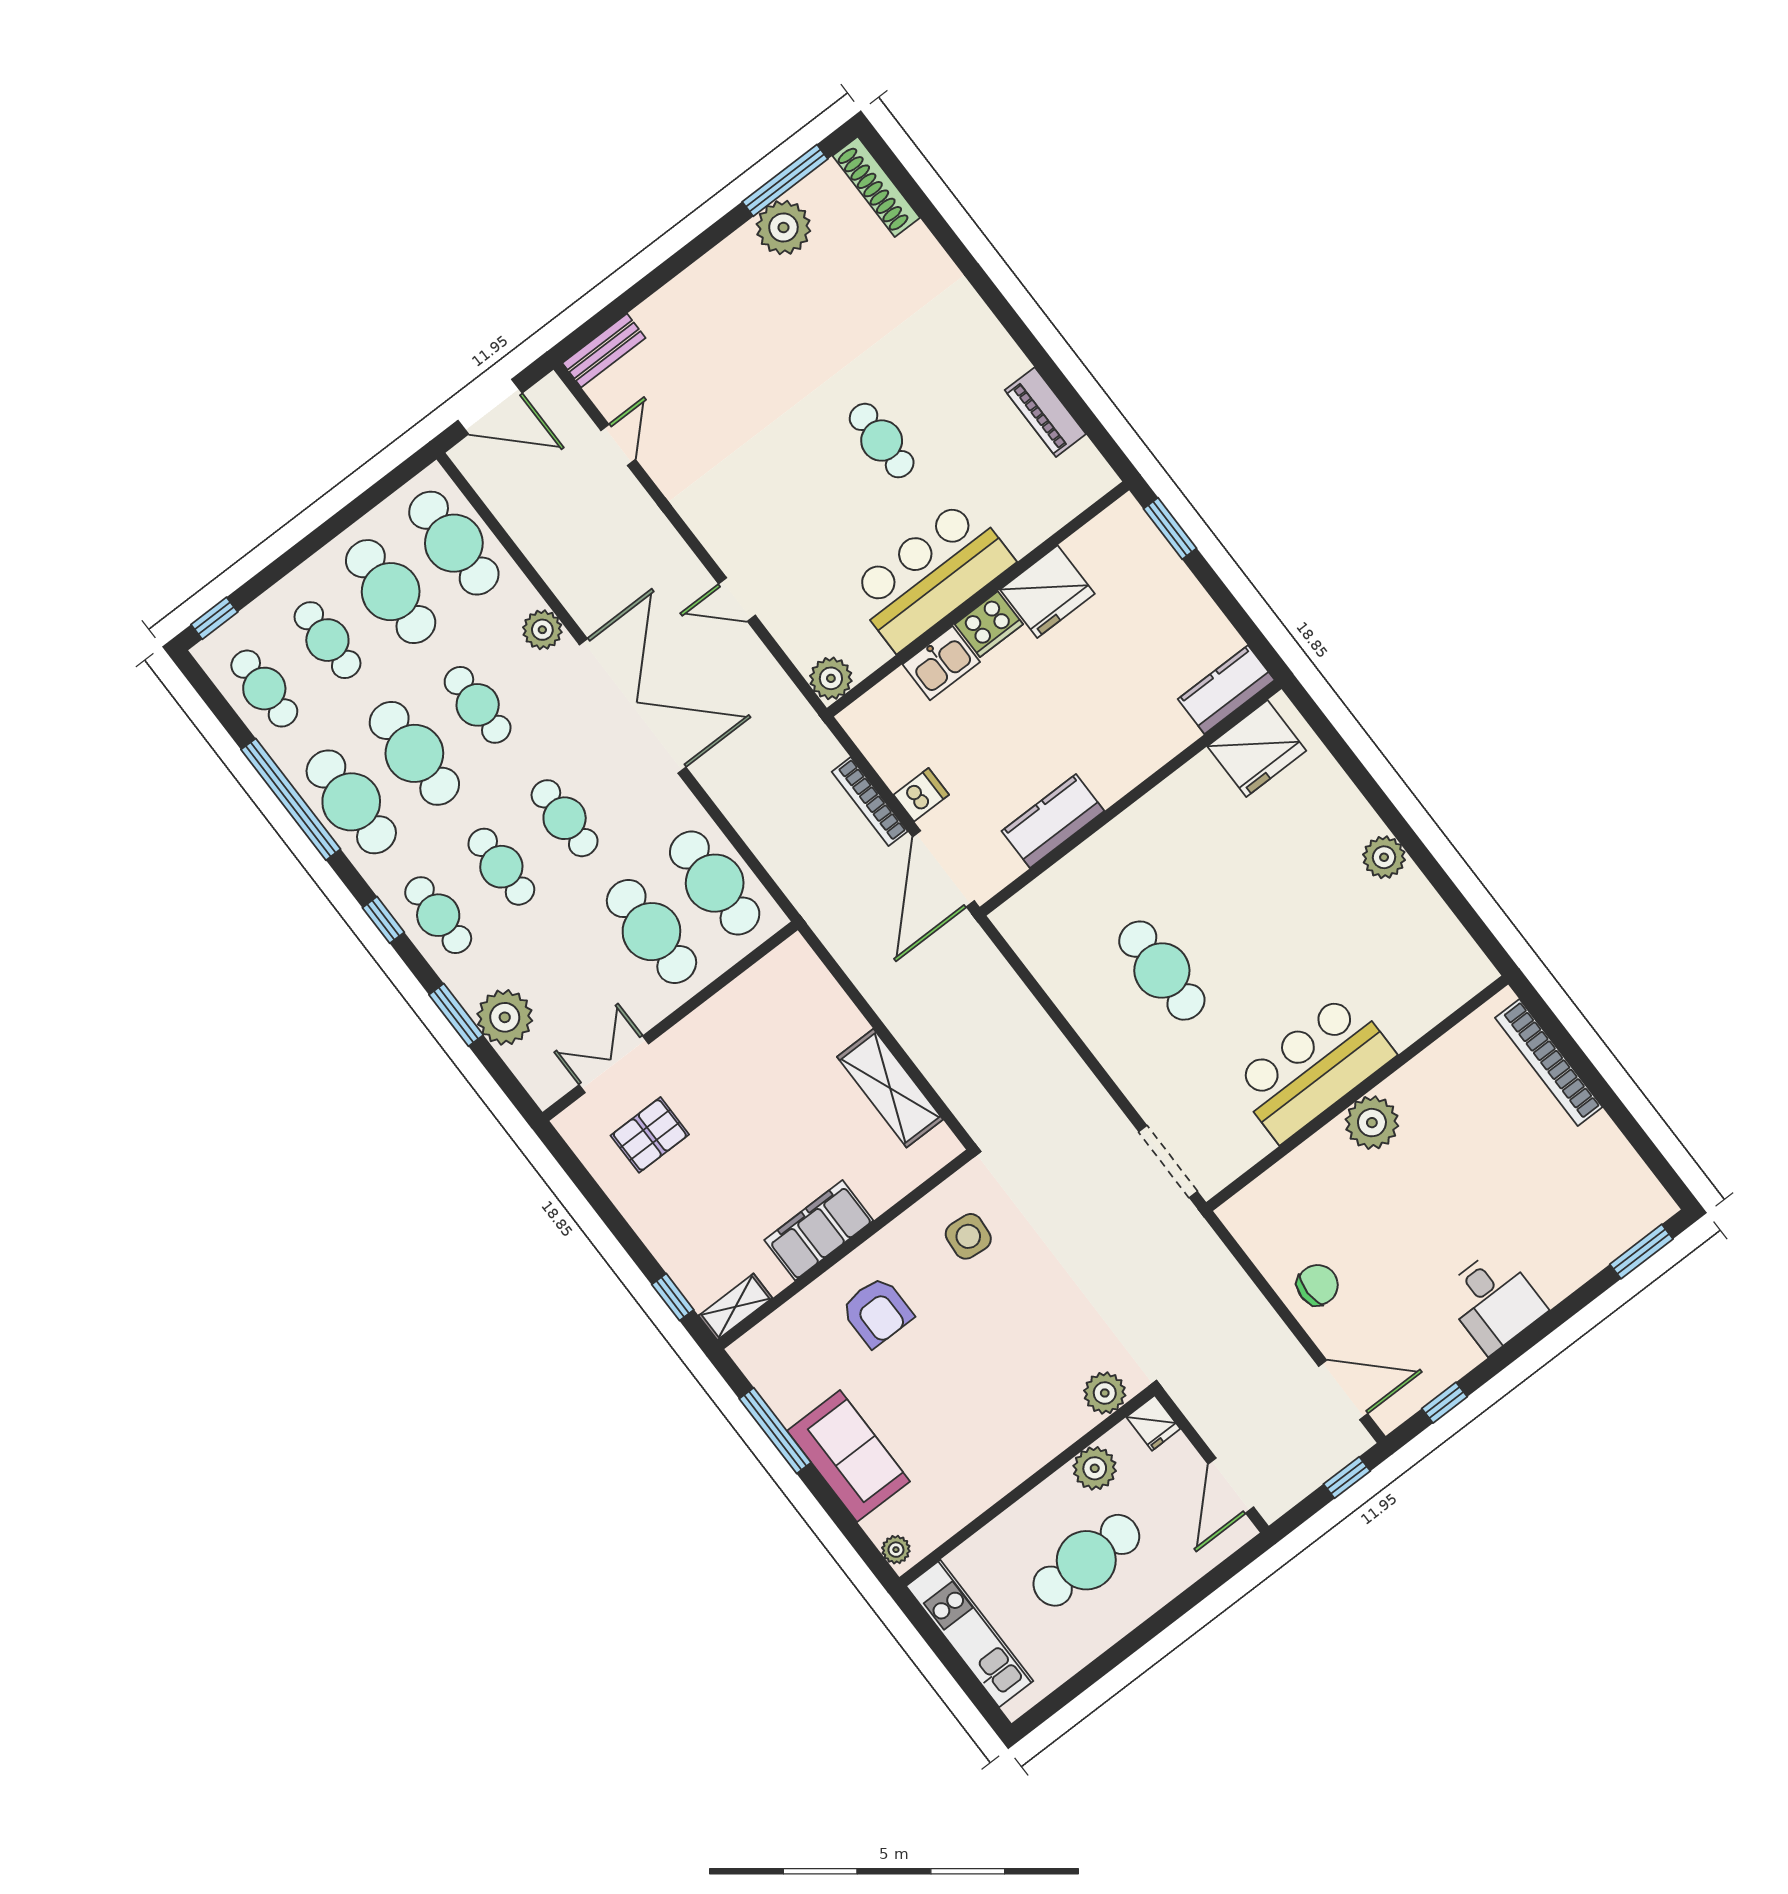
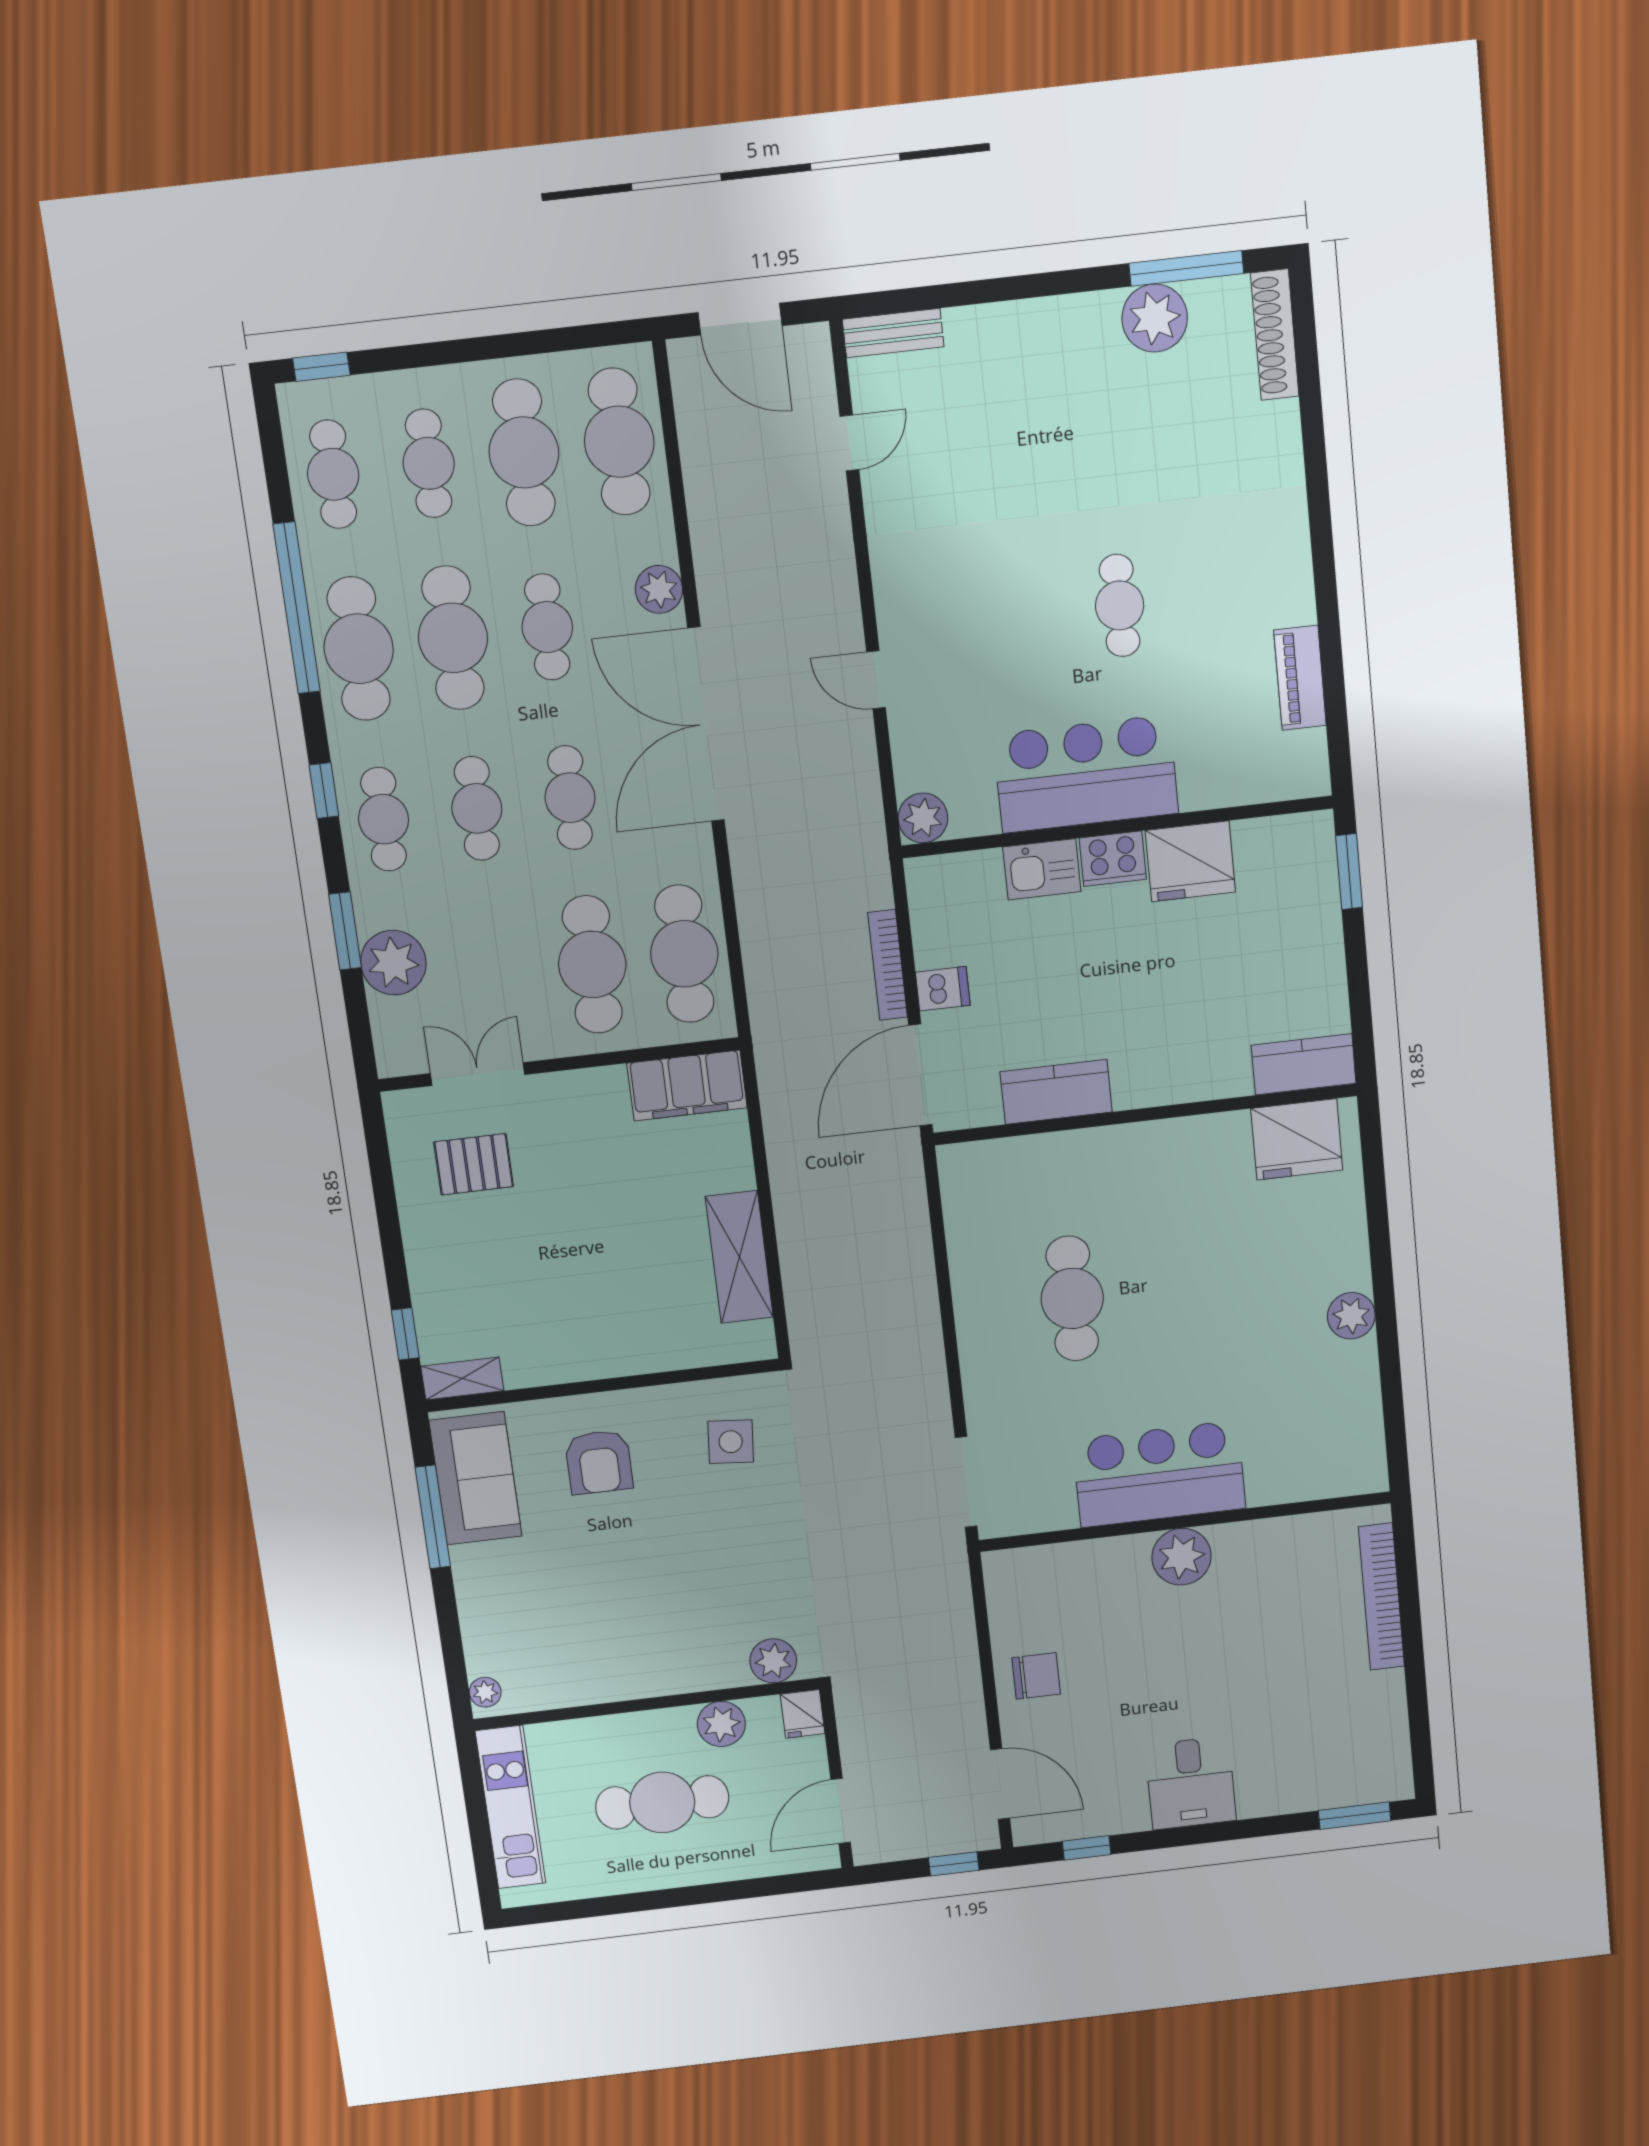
double door: (633, 706) -> (706, 724), swing flipped
filing cabinet: (819, 1230) -> (687, 1086), moved, turned 180
sofa: (848, 1456) -> (476, 1478), moved

